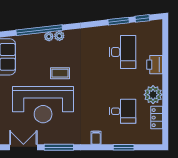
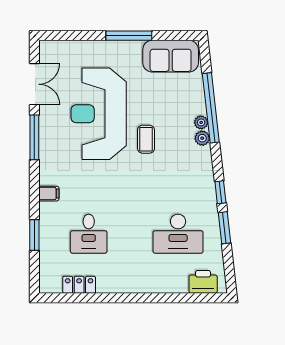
window: (142, 18) -> (220, 192), moved
printer: (155, 65) -> (203, 282), moved
plant: (153, 95) -> (114, 279), removed

